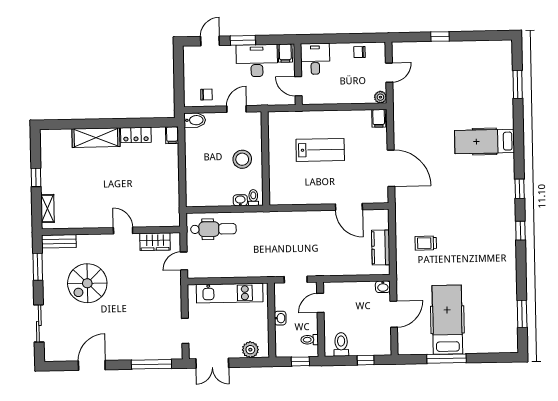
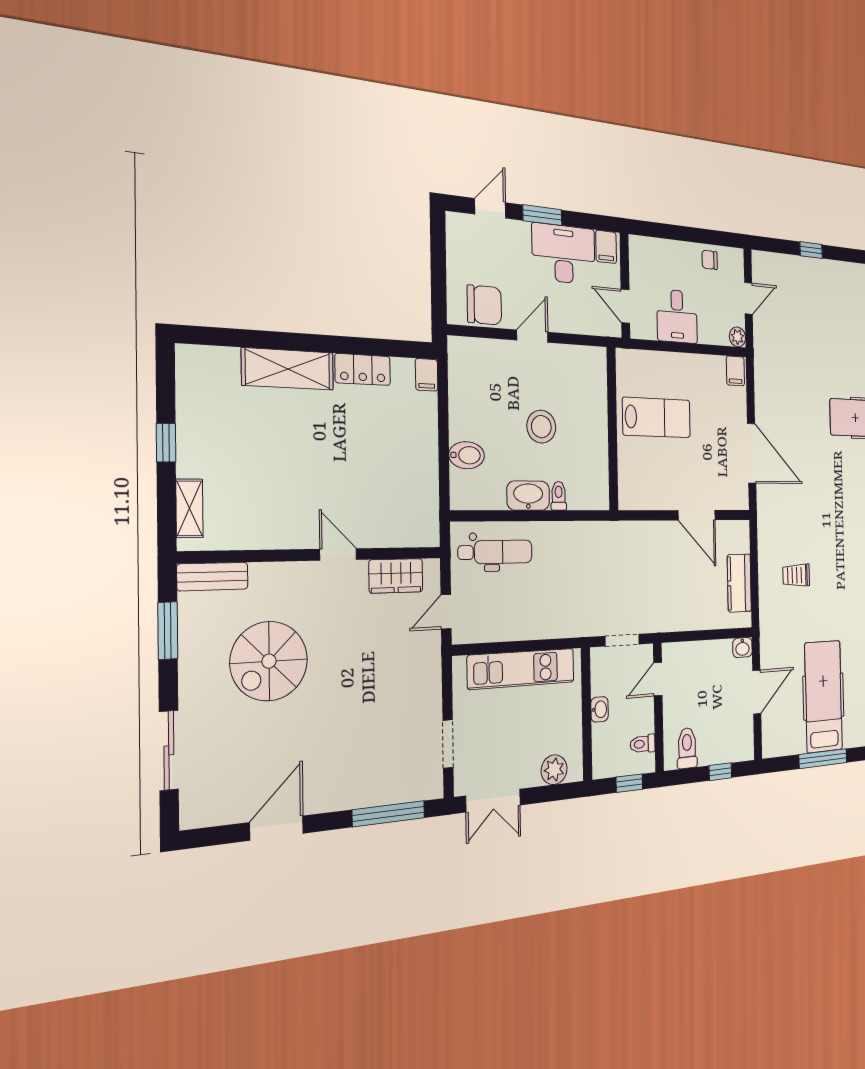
desk: (315, 59) -> (677, 316), moved, turned 180
chair: (206, 95) -> (484, 305), width x1.87, depth x1.87
bidet: (195, 120) -> (467, 455), moved
wall: (265, 158) -> (612, 429), moved
washbasin: (240, 200) -> (528, 496), width x1.91, depth x1.45

